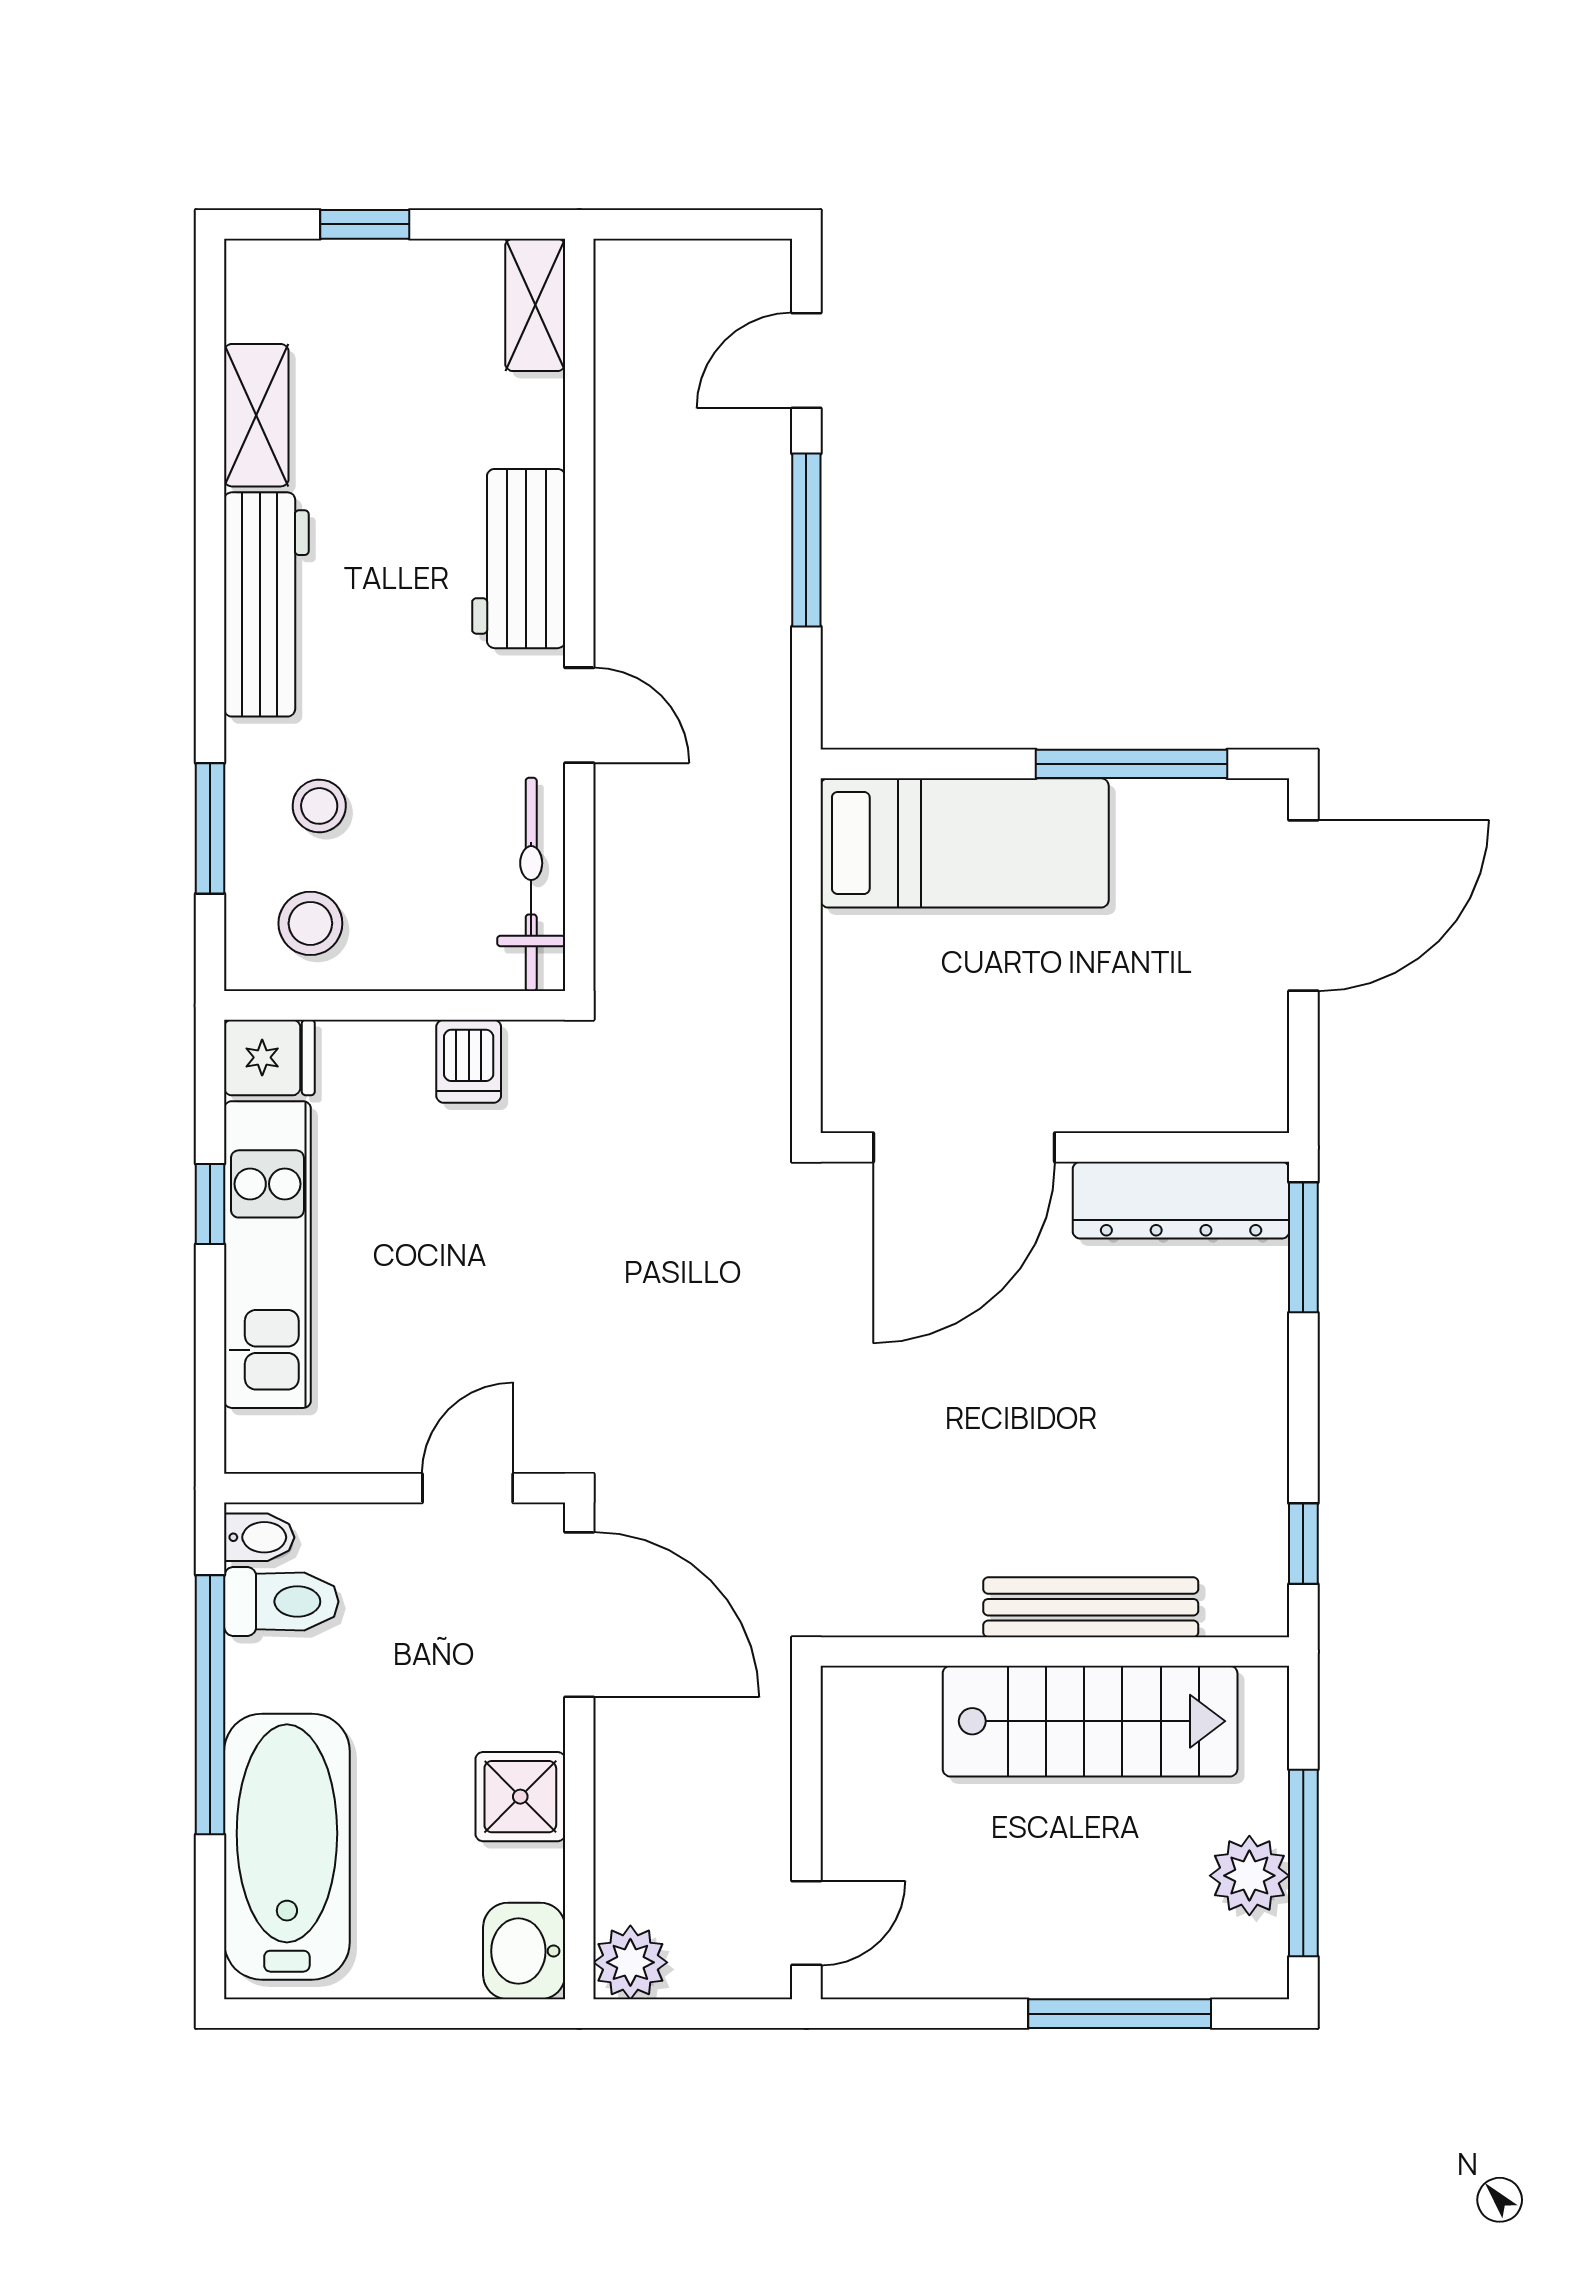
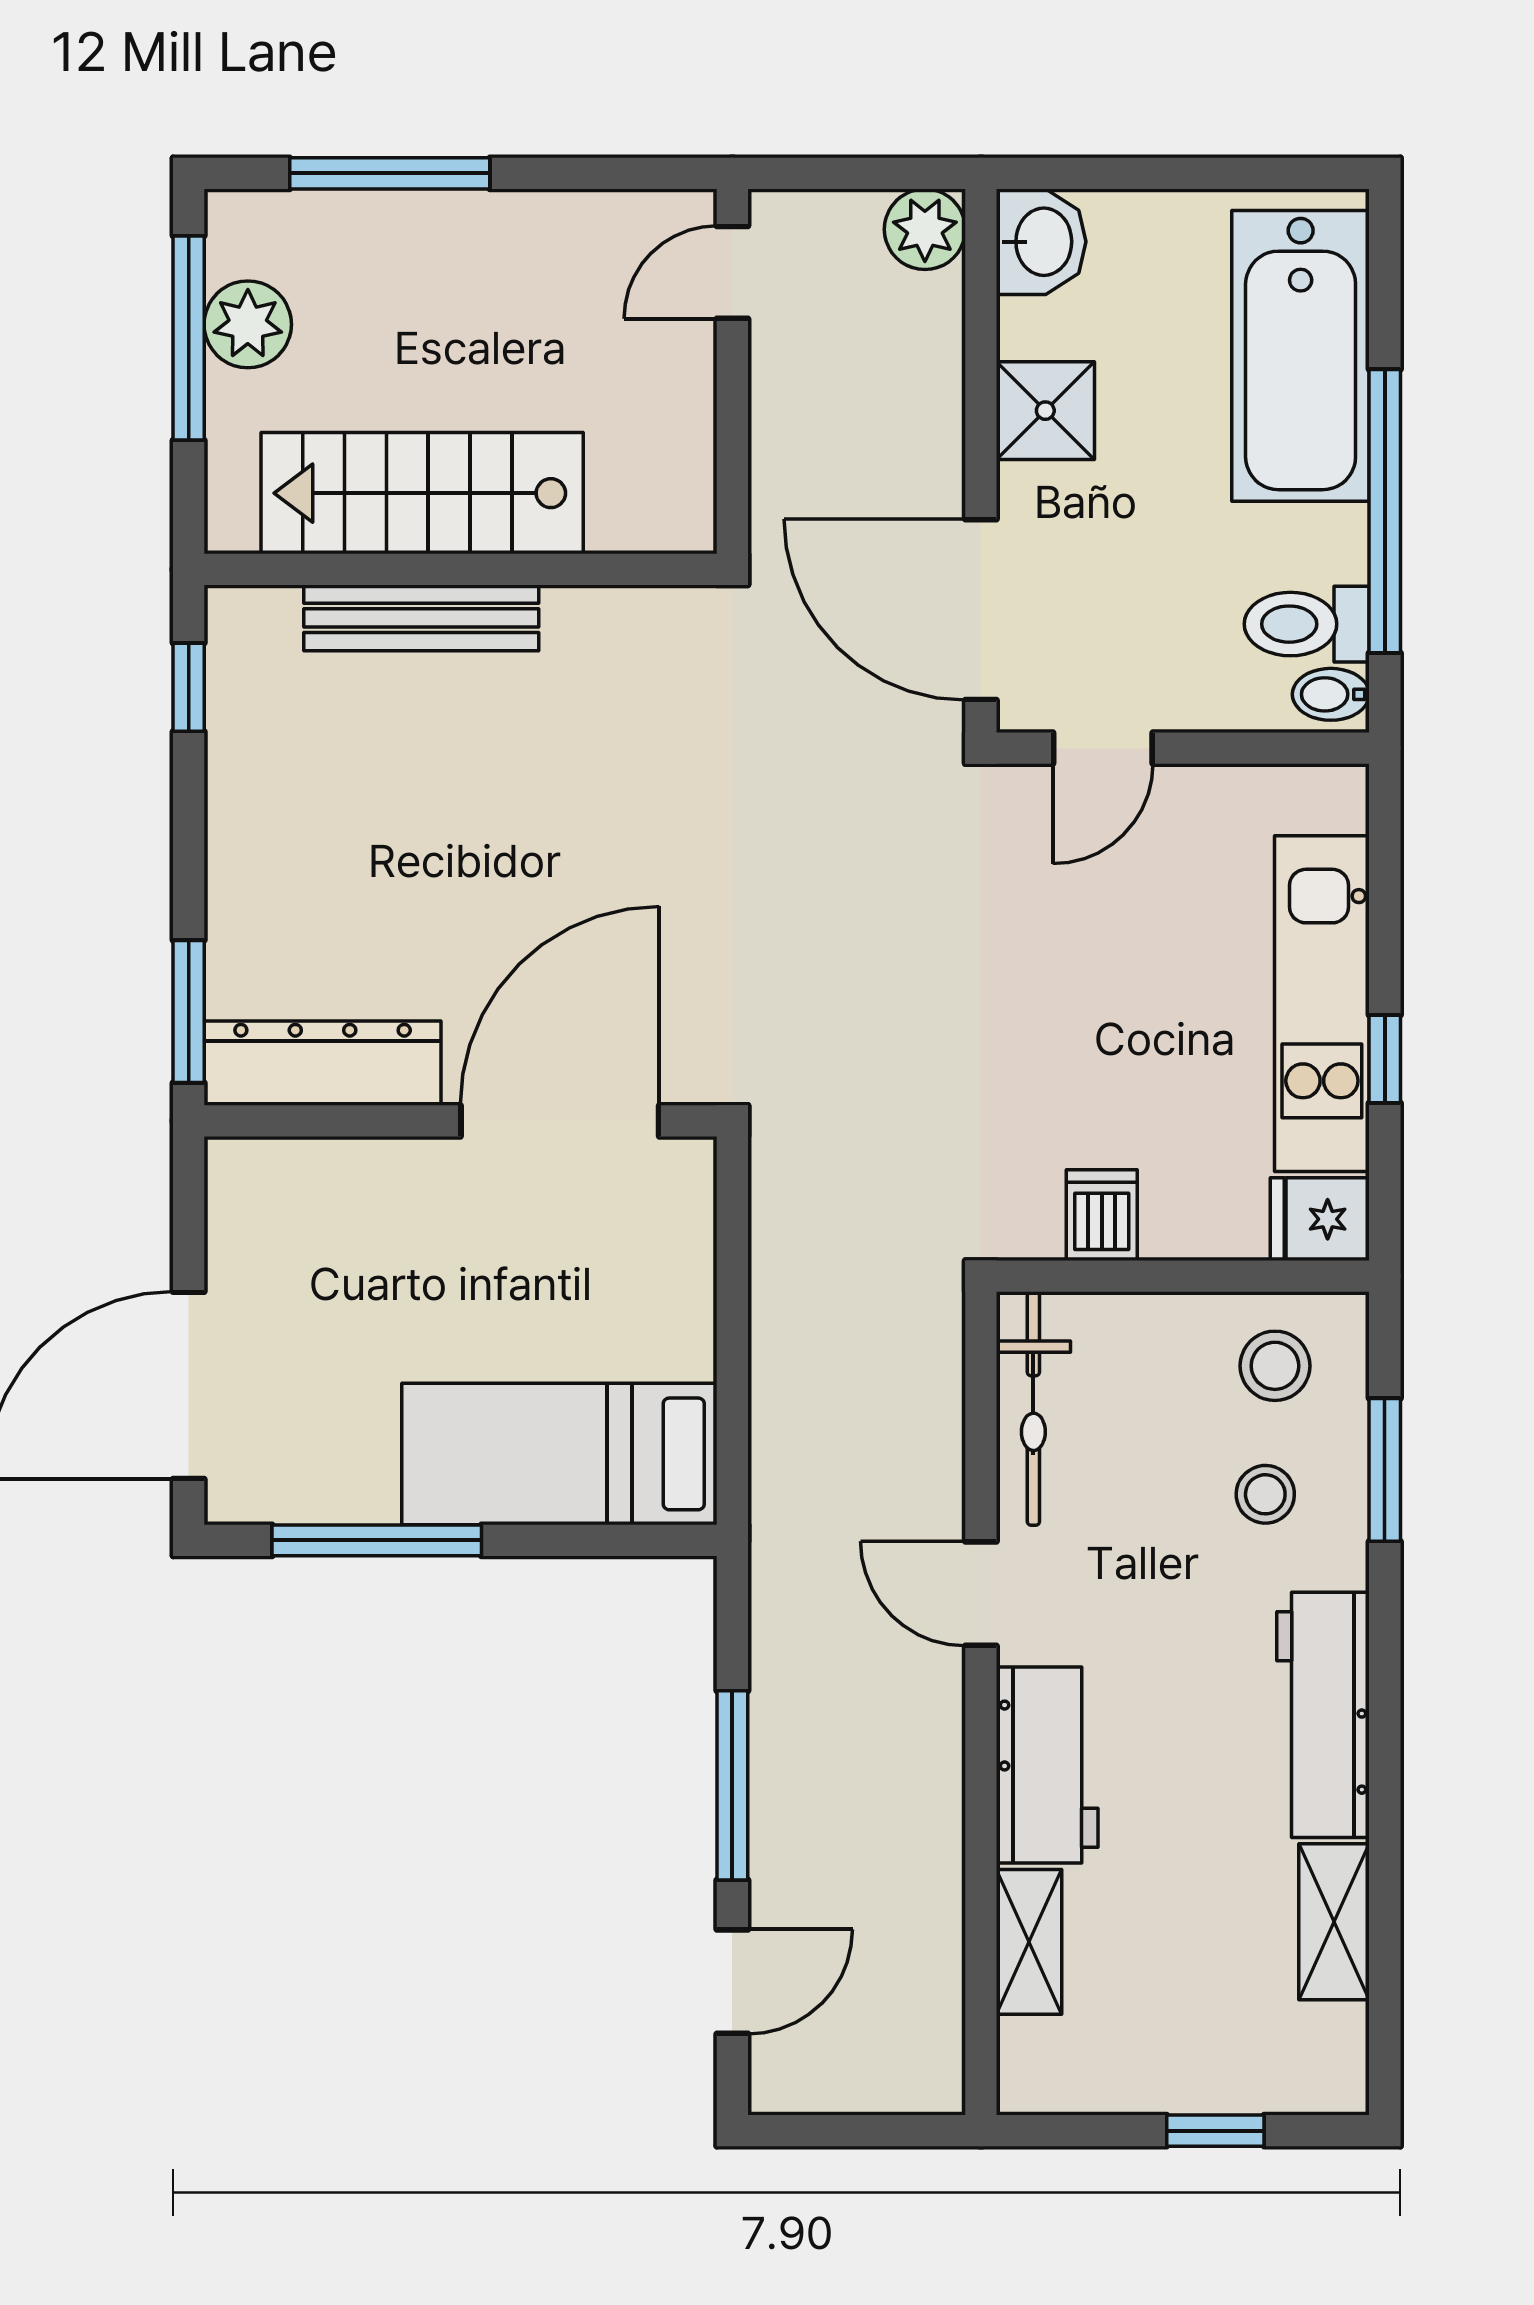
shelving: (535, 305) -> (1029, 1942), moved

